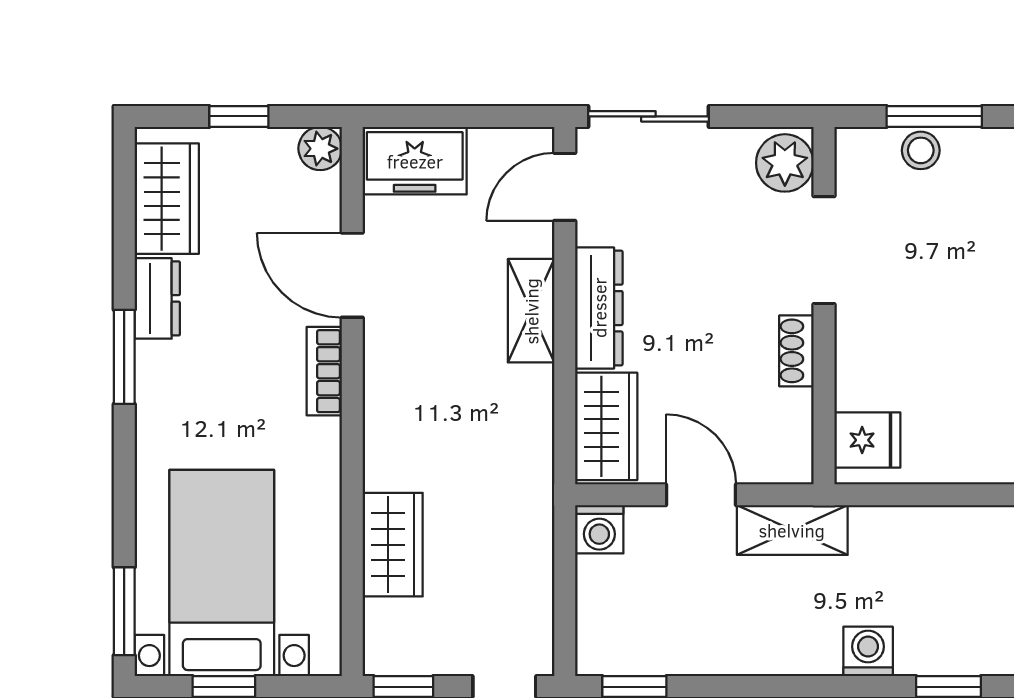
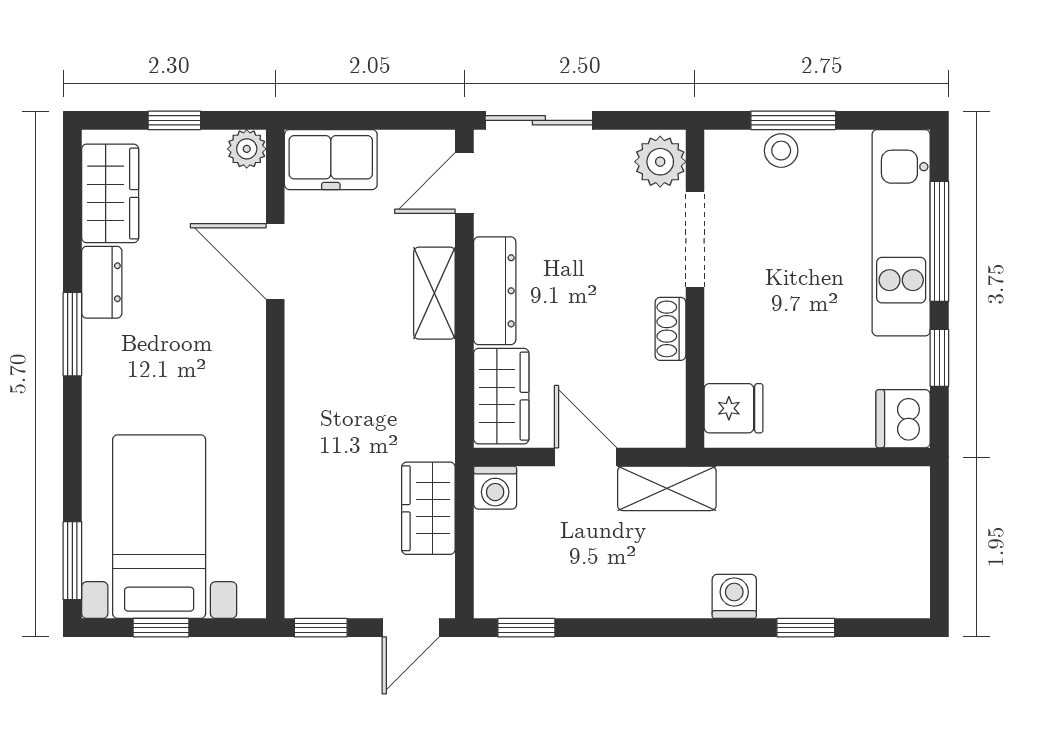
bookcase: (324, 371) -> (250, 347), removed
wardrobe: (393, 545) -> (428, 508), moved, turned 180

